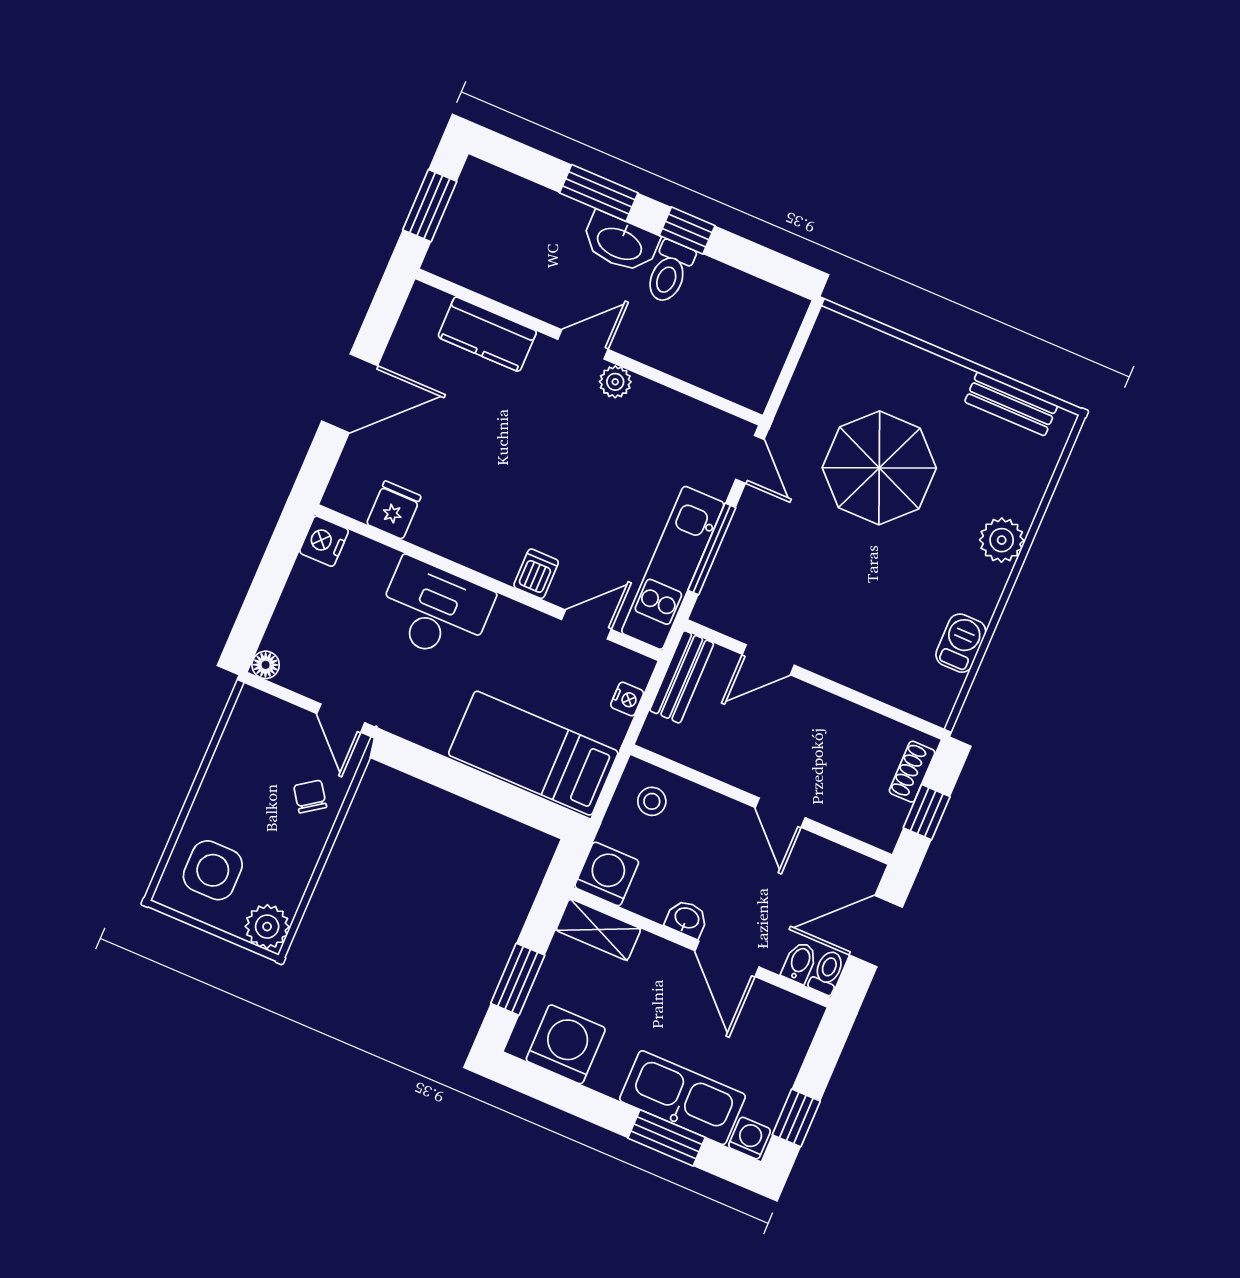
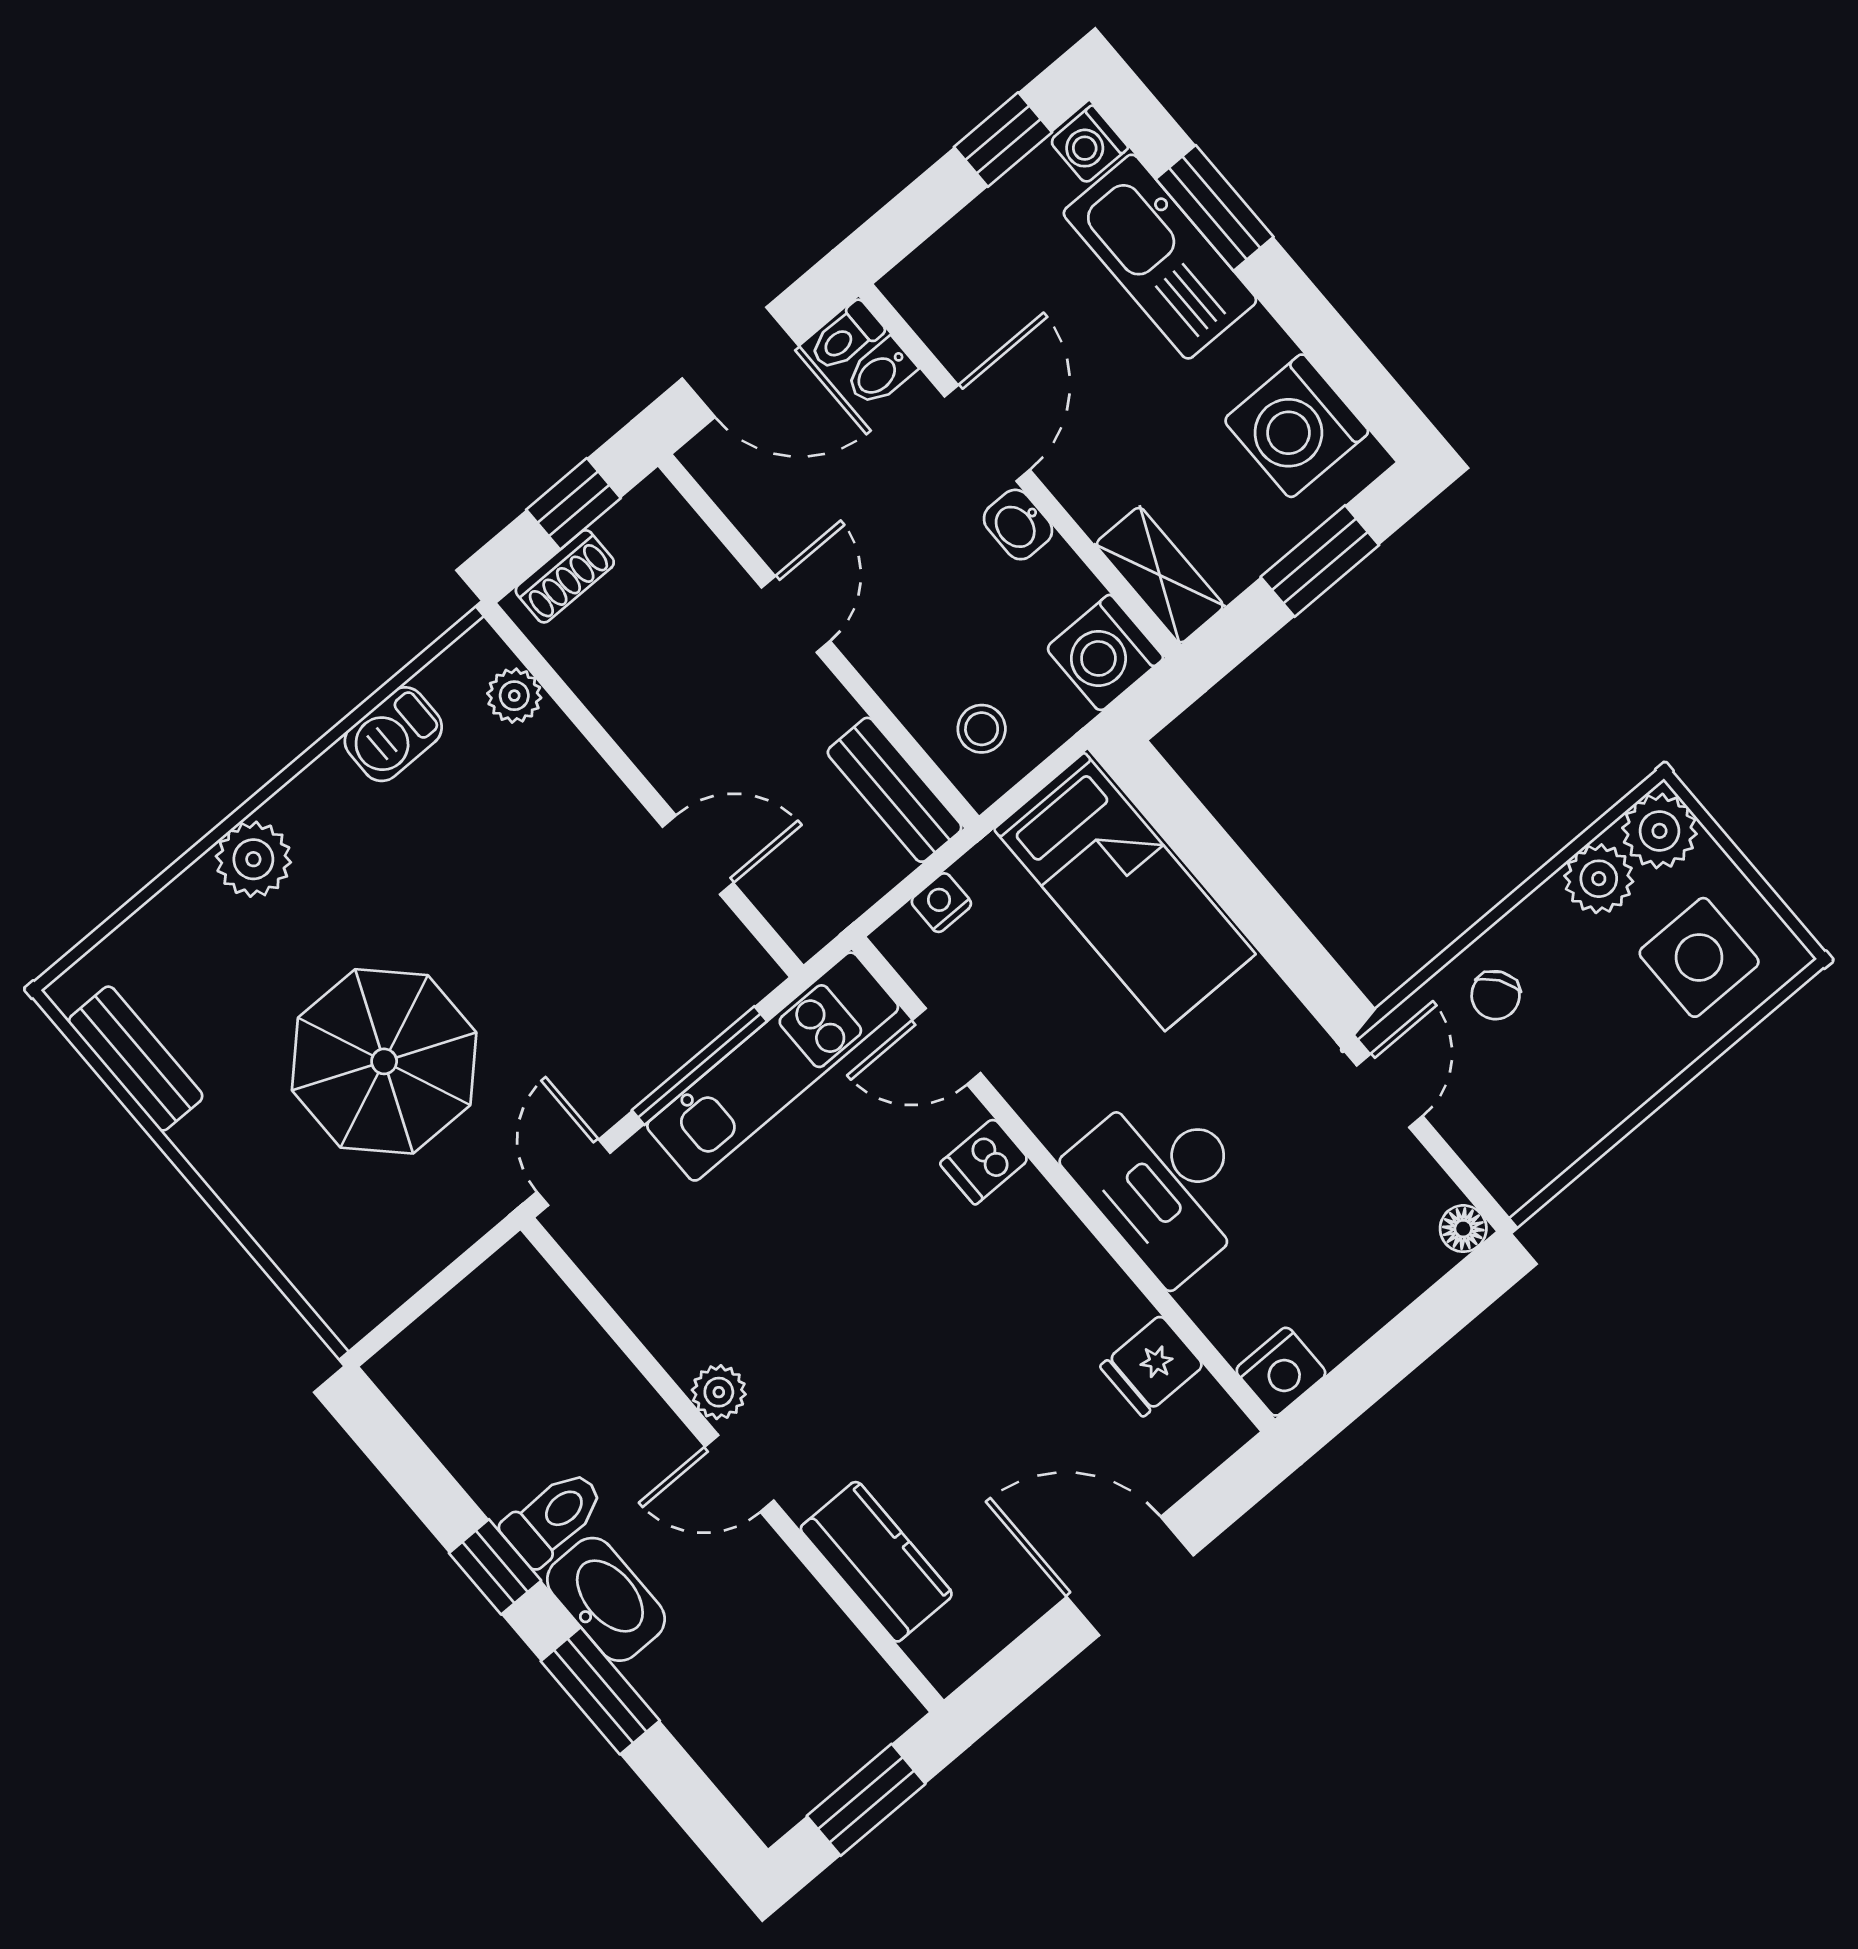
bench: (682, 677) -> (895, 790), moved, turned 90
plant: (907, 695) -> (514, 696), added
plant: (287, 885) -> (1599, 879), added

